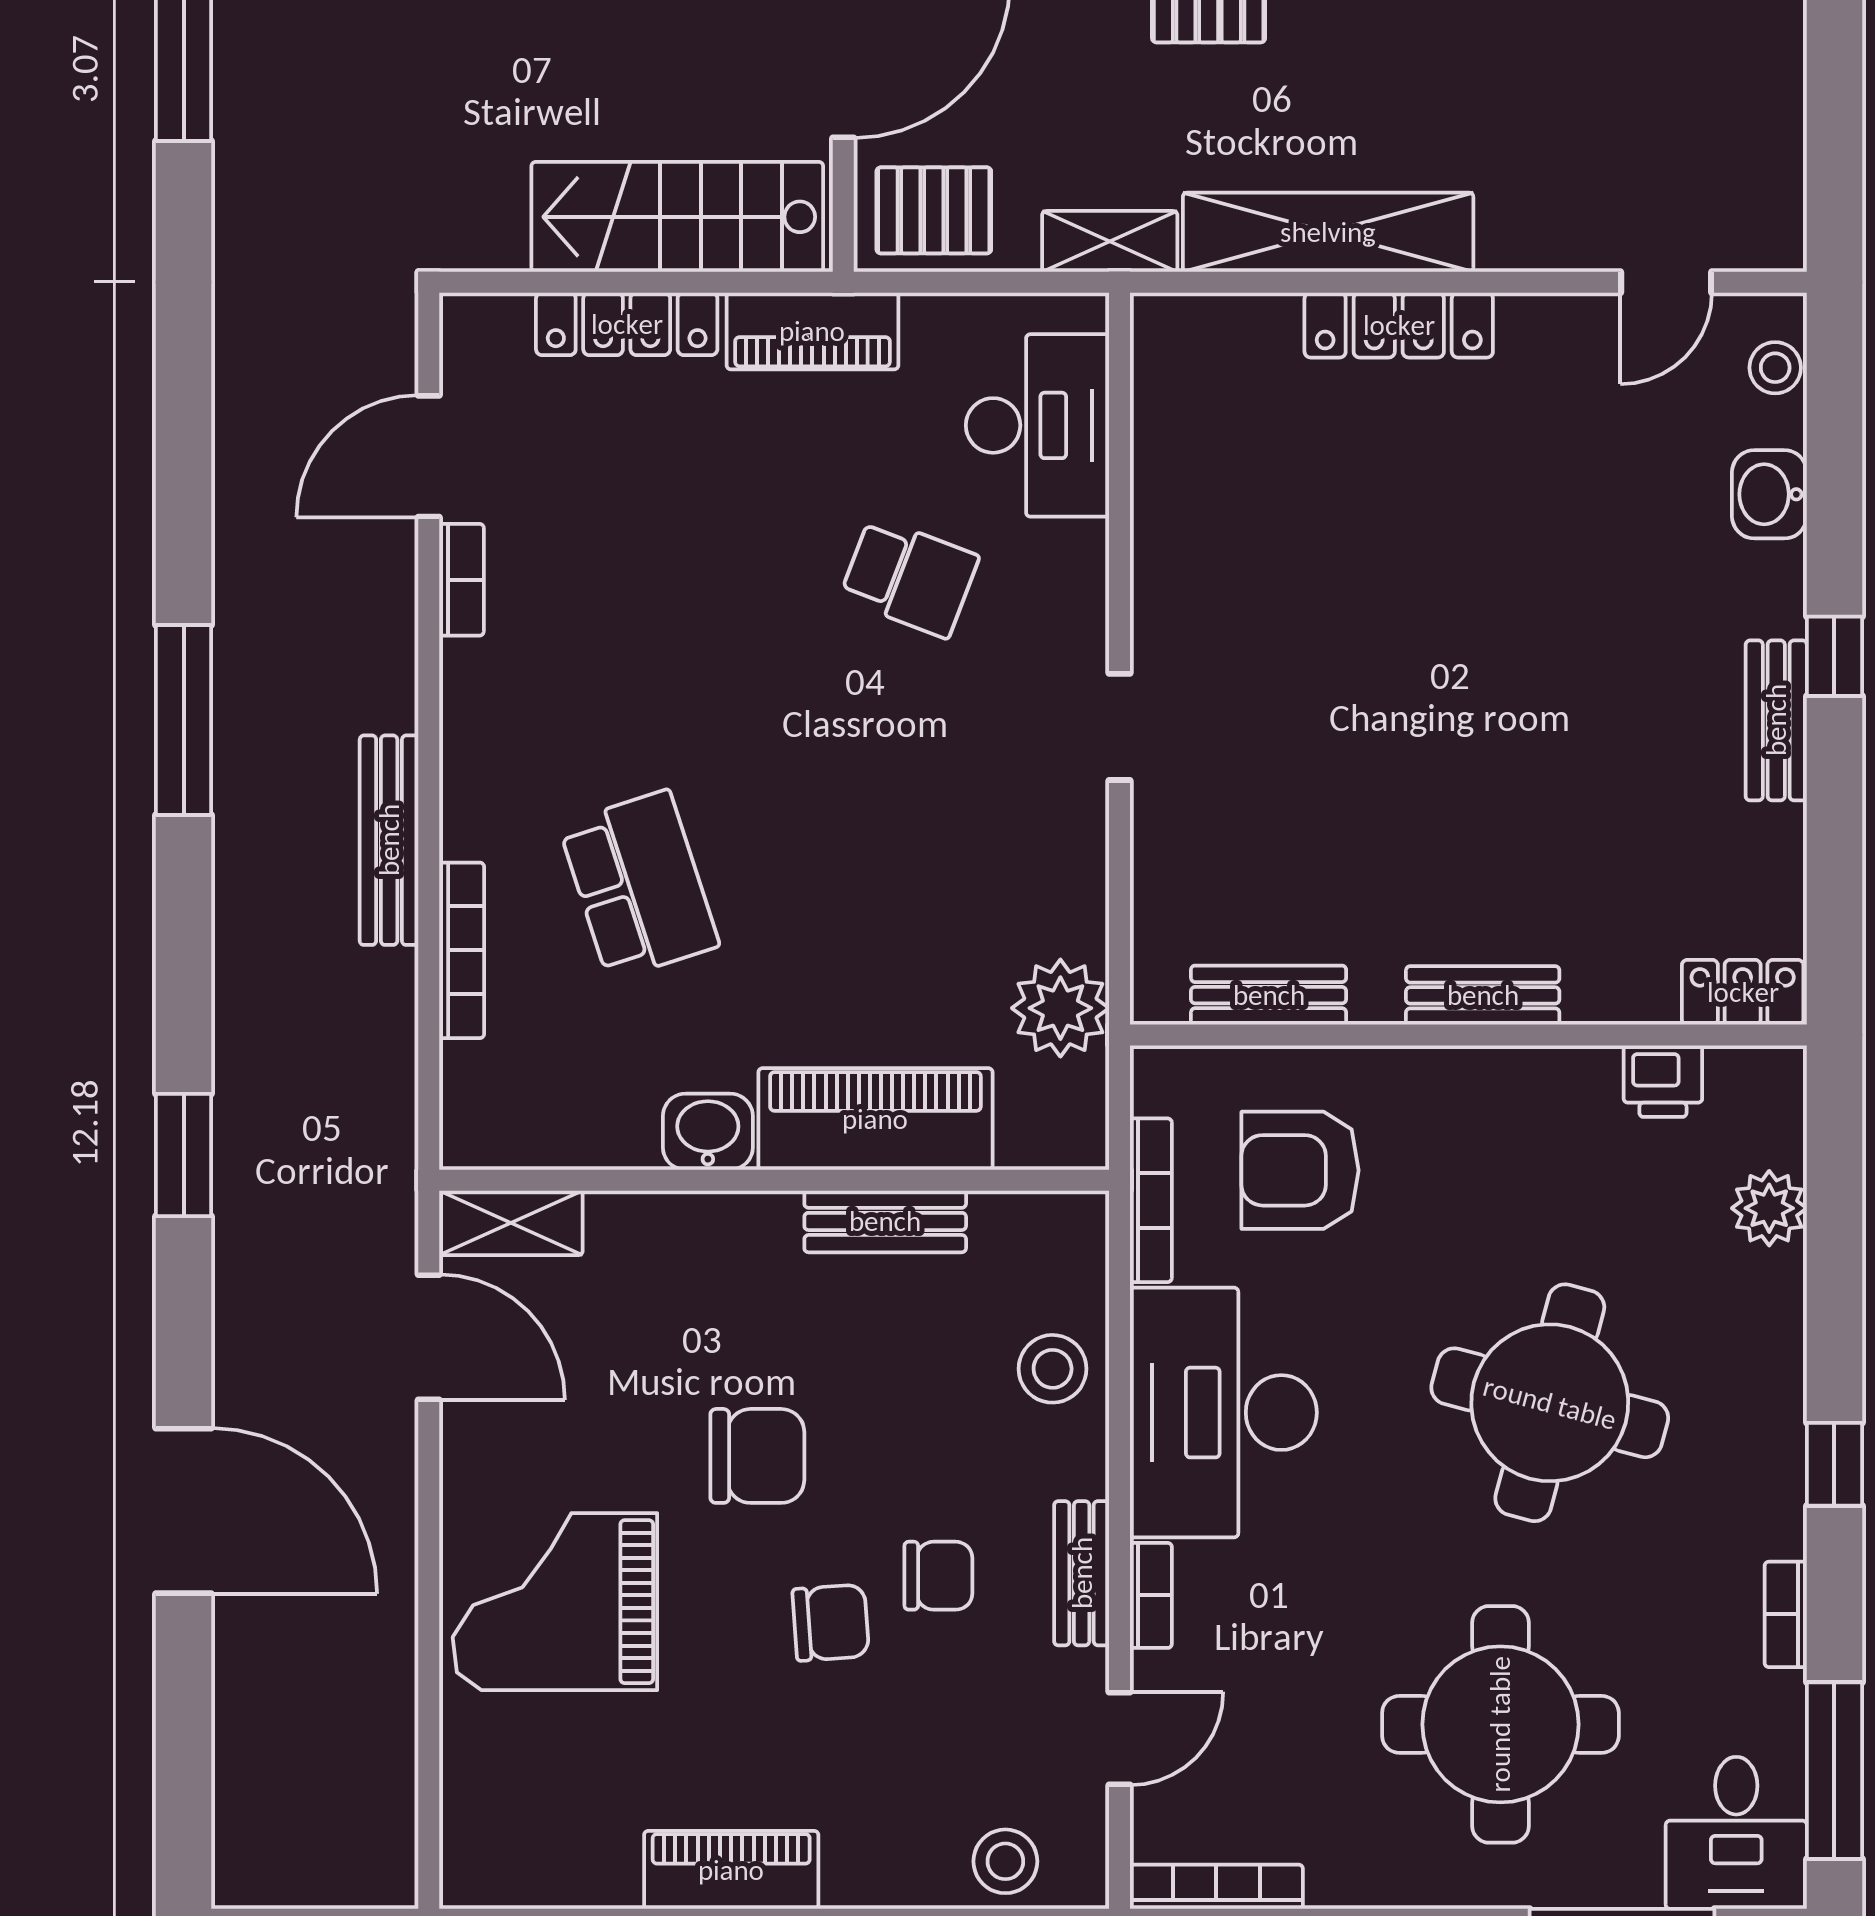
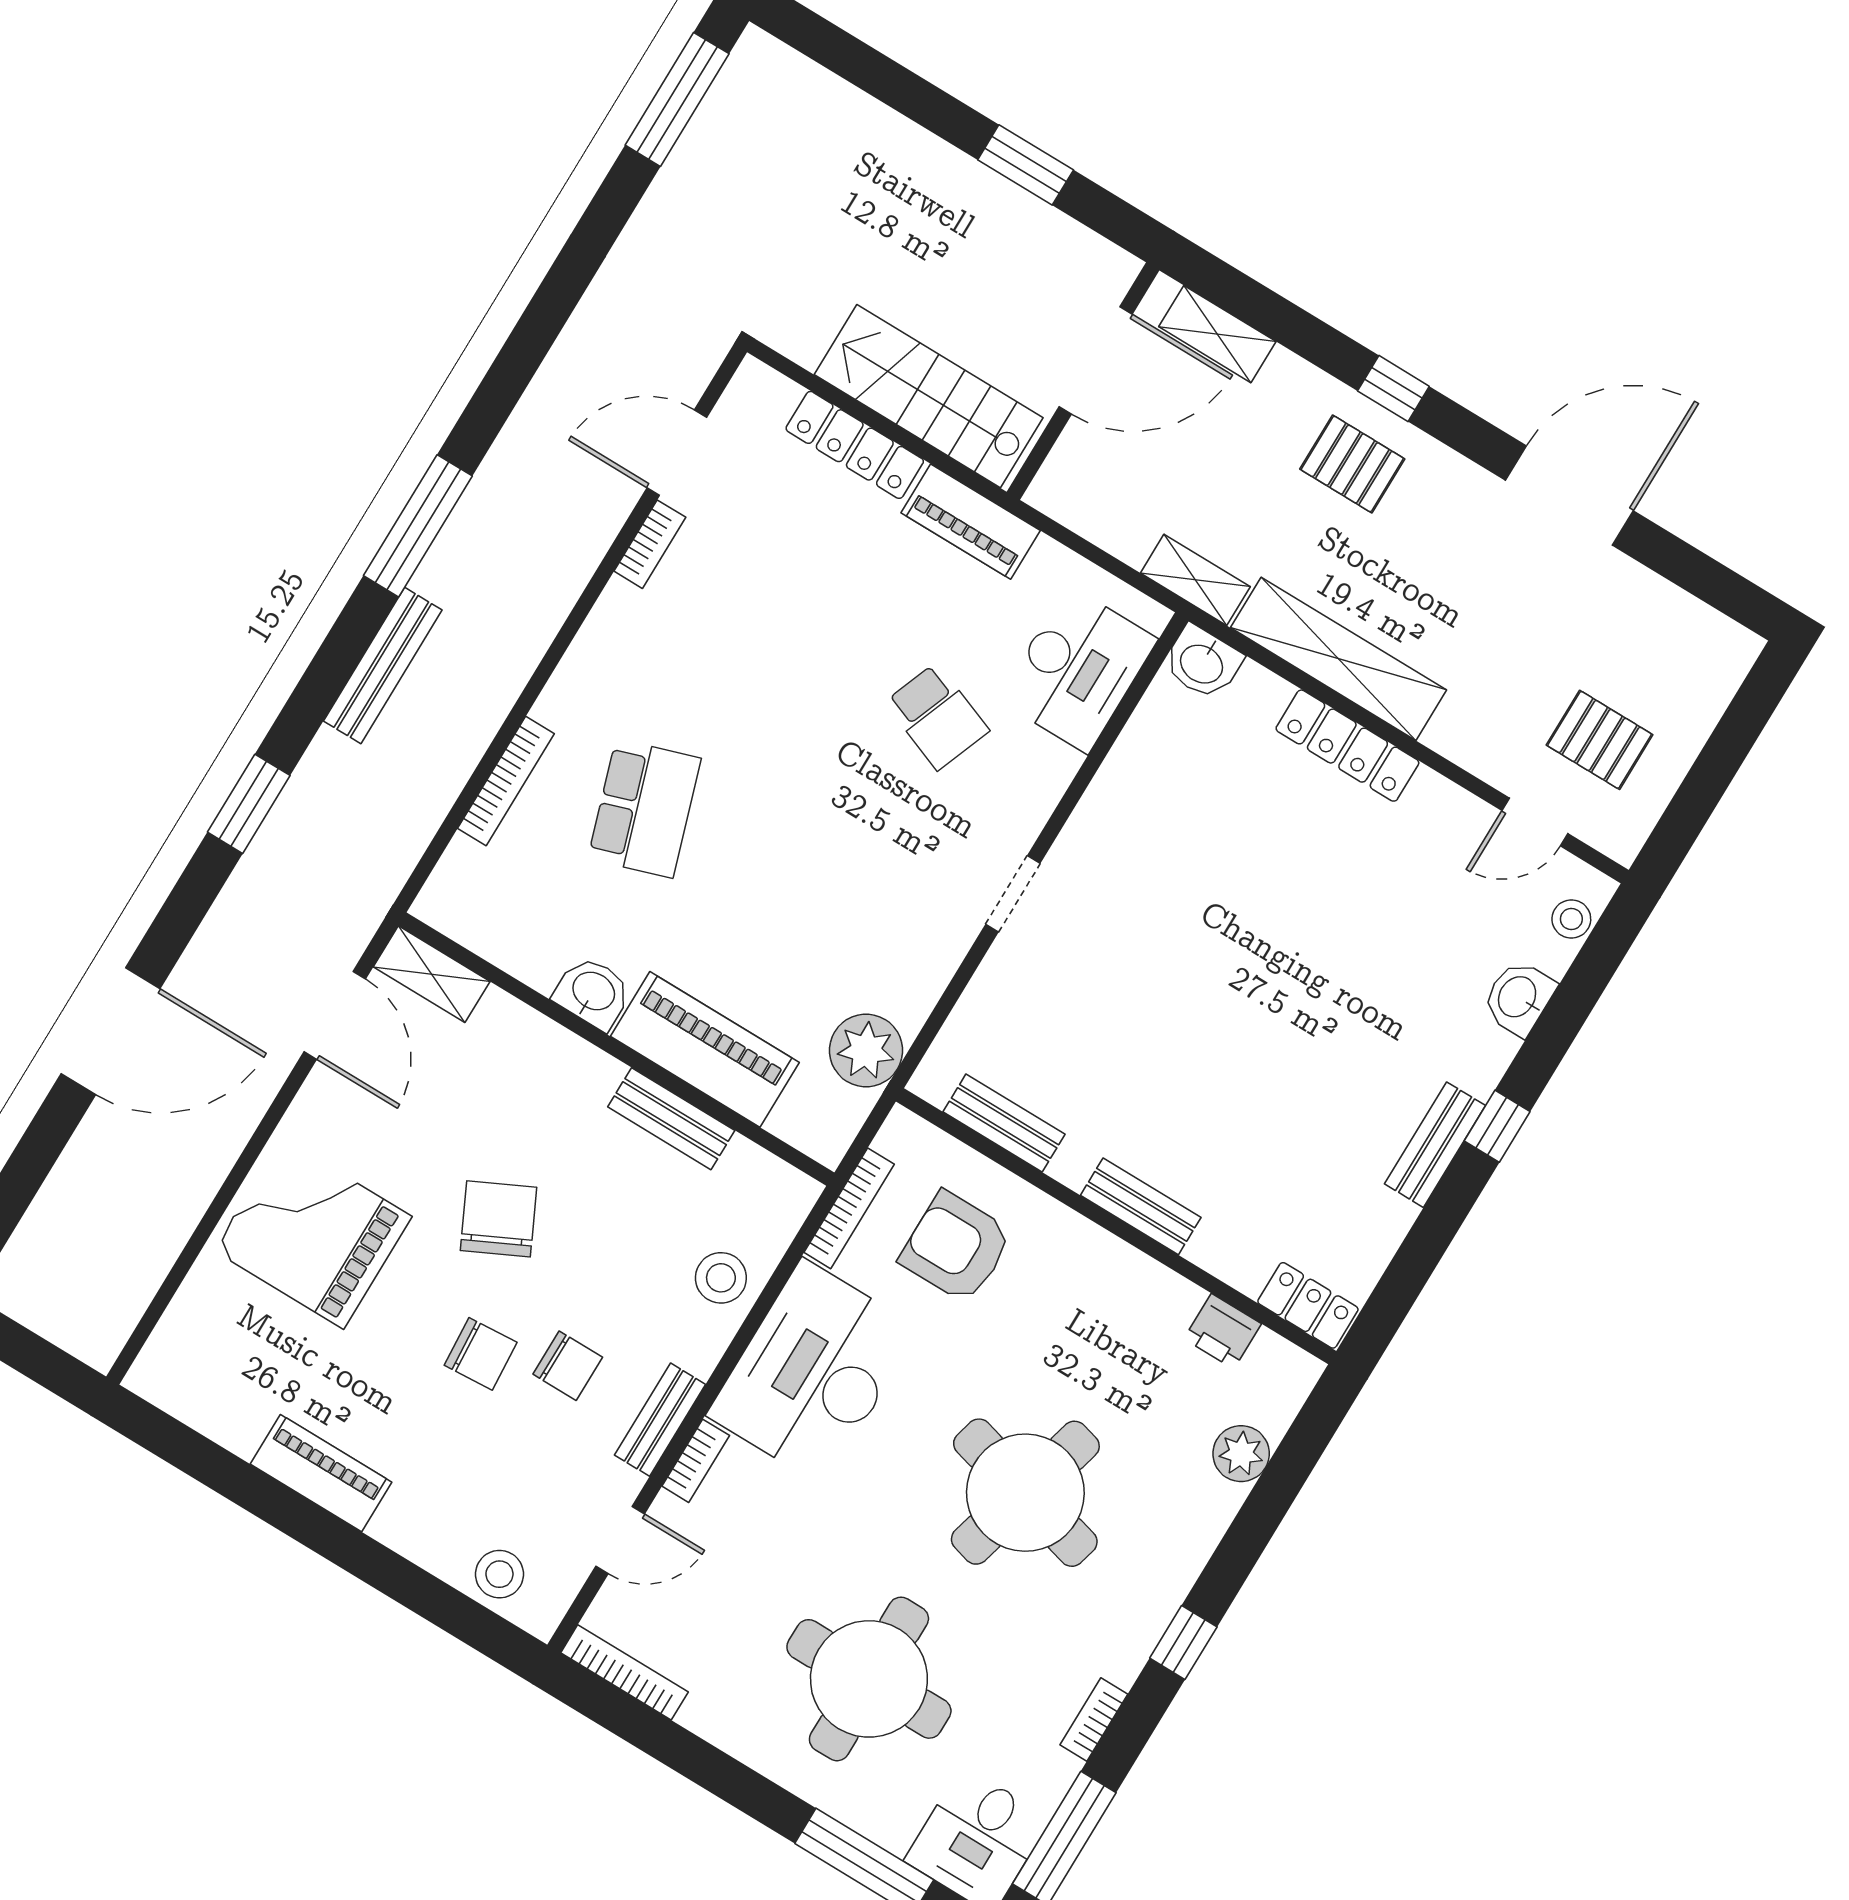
pallet: (934, 210) -> (1600, 740), moved
washbasin: (1175, 331) -> (1202, 663), added
bench: (389, 840) -> (383, 666), moved
chair: (757, 1456) -> (498, 1219), turned -116
door: (184, 1511) -> (111, 1031), hinge flipped

